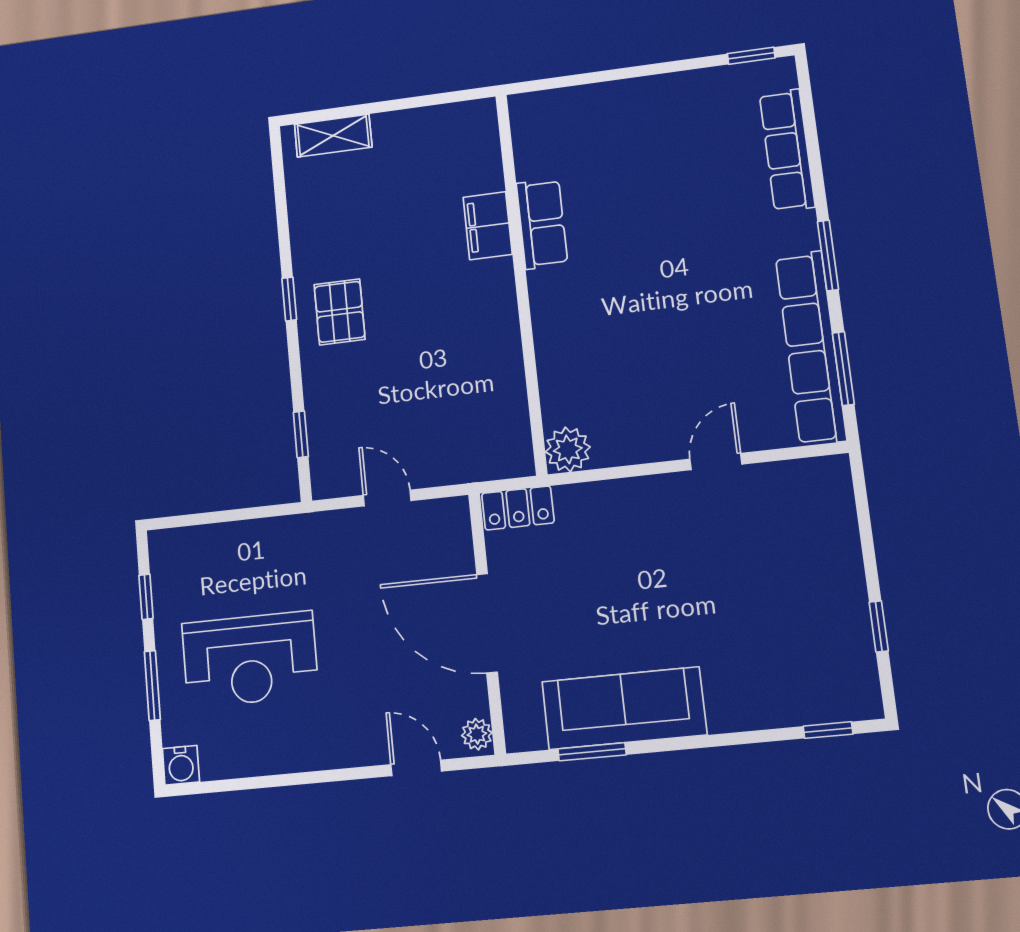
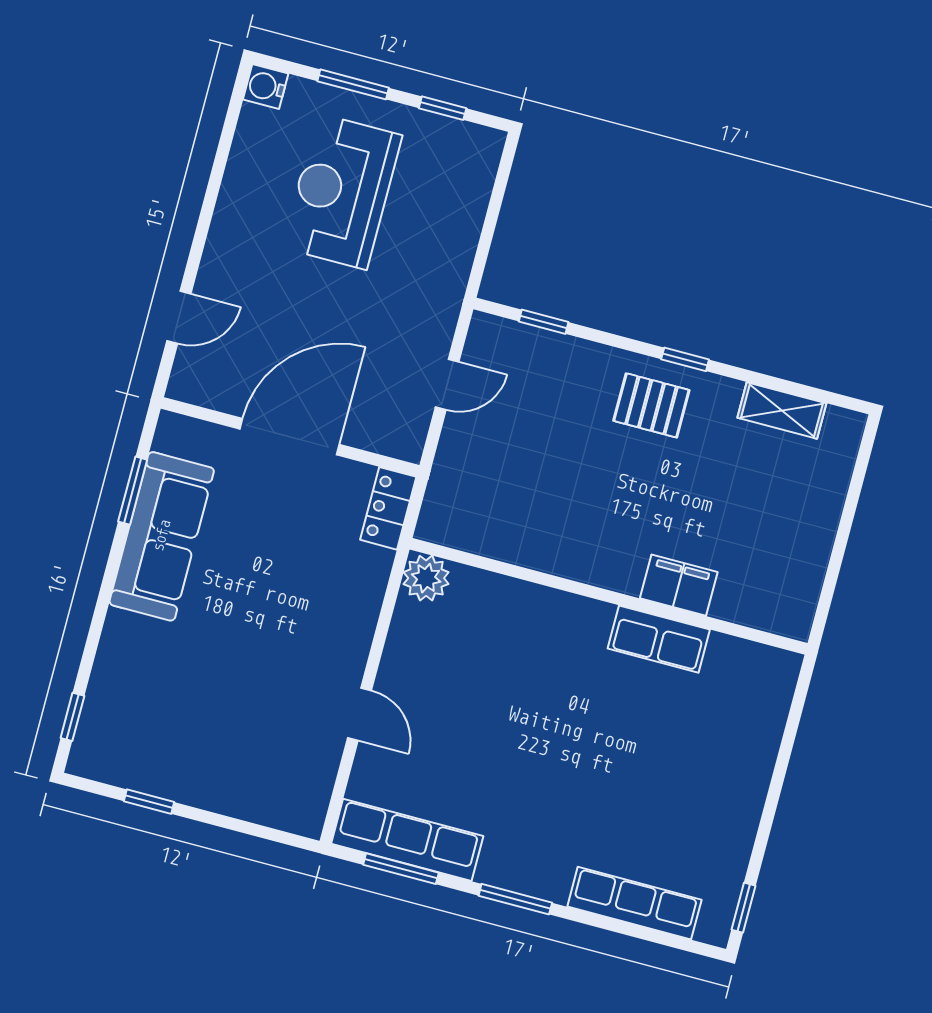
shelving: (333, 136) -> (782, 411), moved, turned 90
row of seats: (811, 348) -> (407, 840), width x0.73
plant: (477, 734) -> (189, 387), removed

